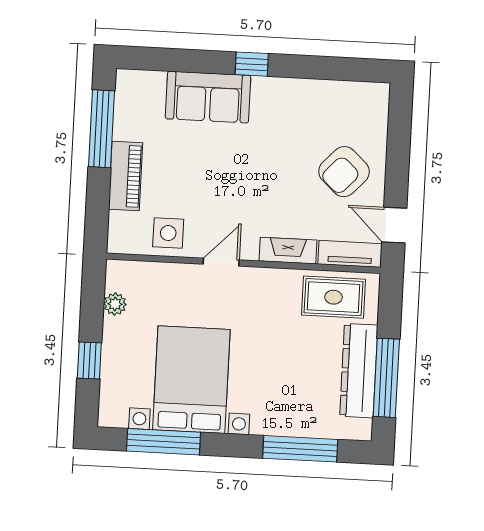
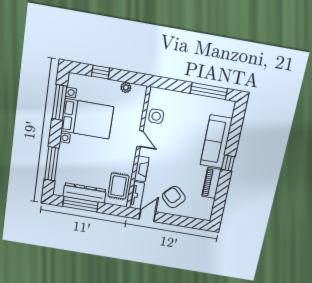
sofa: (208, 97) -> (216, 142), width x1.36
piano: (126, 176) -> (211, 183), moved, turned 90

